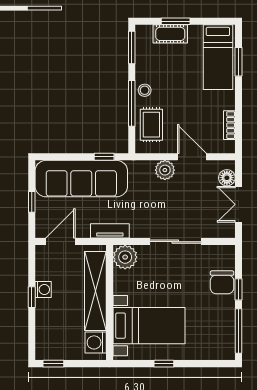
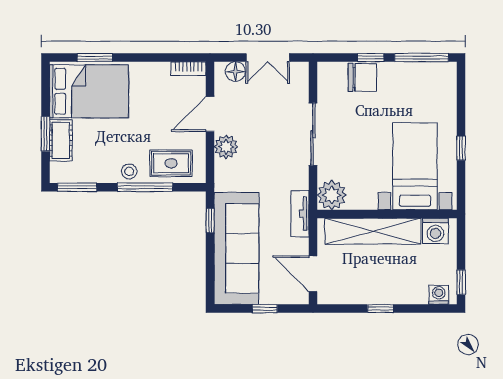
bed: (218, 57) -> (89, 91), width x1.50
bookcase: (229, 125) -> (188, 69), moved
washing machine: (43, 290) -> (439, 295), moved

